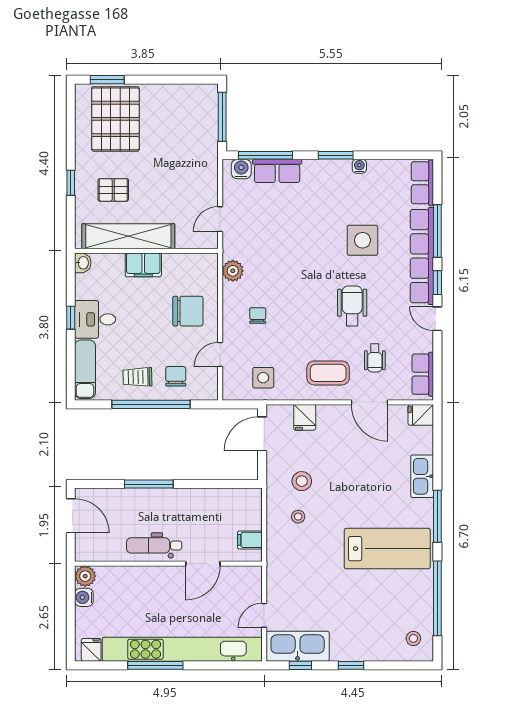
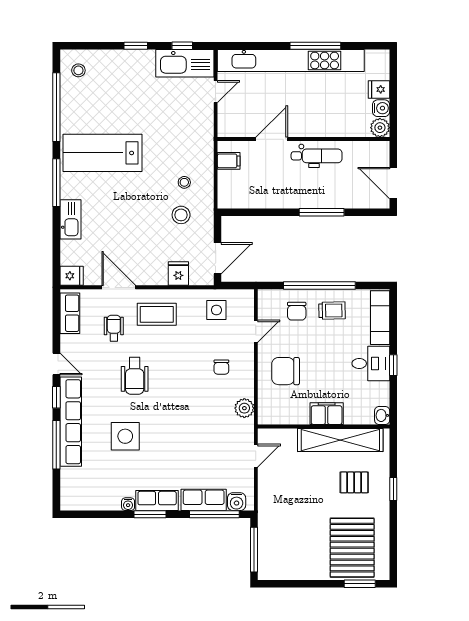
row of seats: (422, 183) -> (157, 501), moved, turned -90
fridge: (91, 650) -> (379, 89), moved, turned 90

